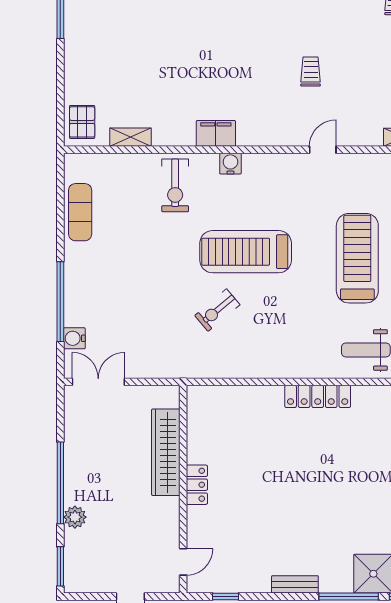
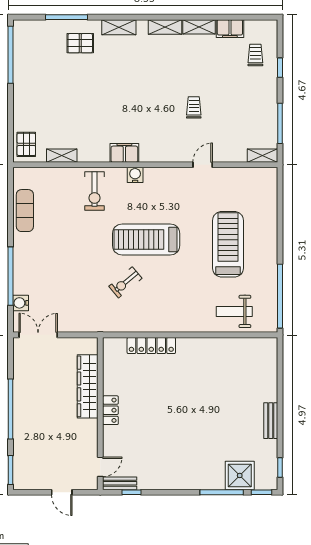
locker: (318, 396) -> (151, 346), moved
plant: (75, 517) -> (21, 434), removed
bench: (295, 584) -> (120, 483), moved

